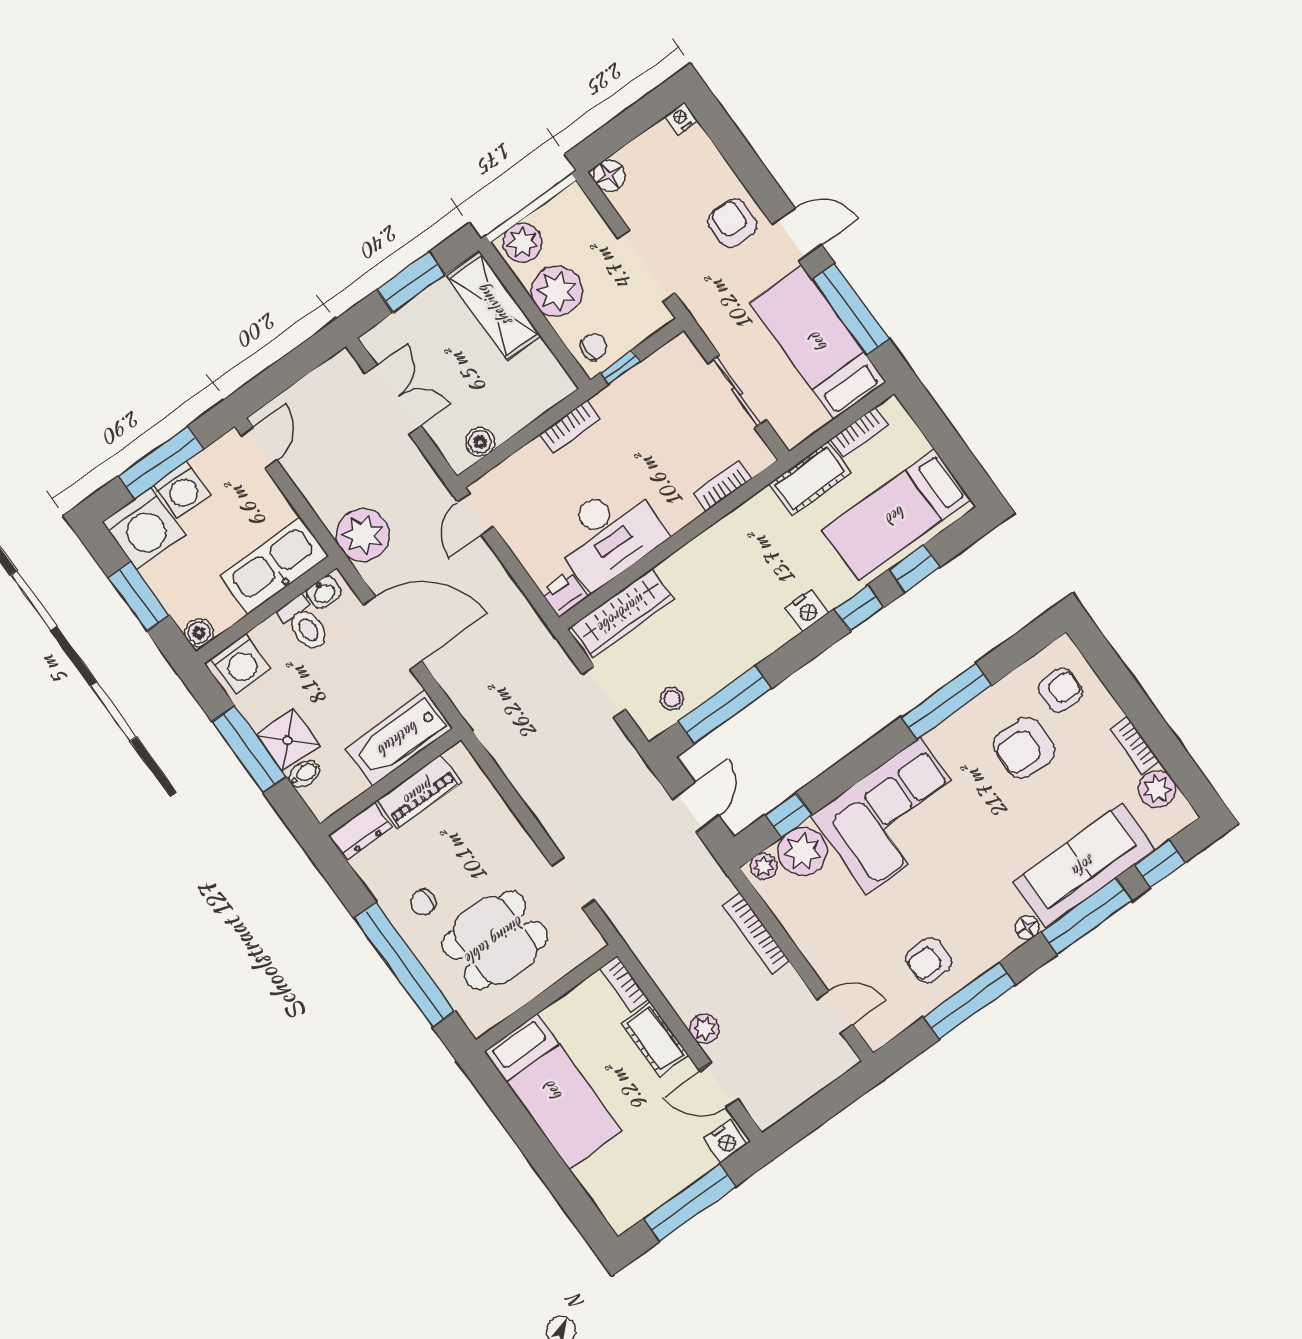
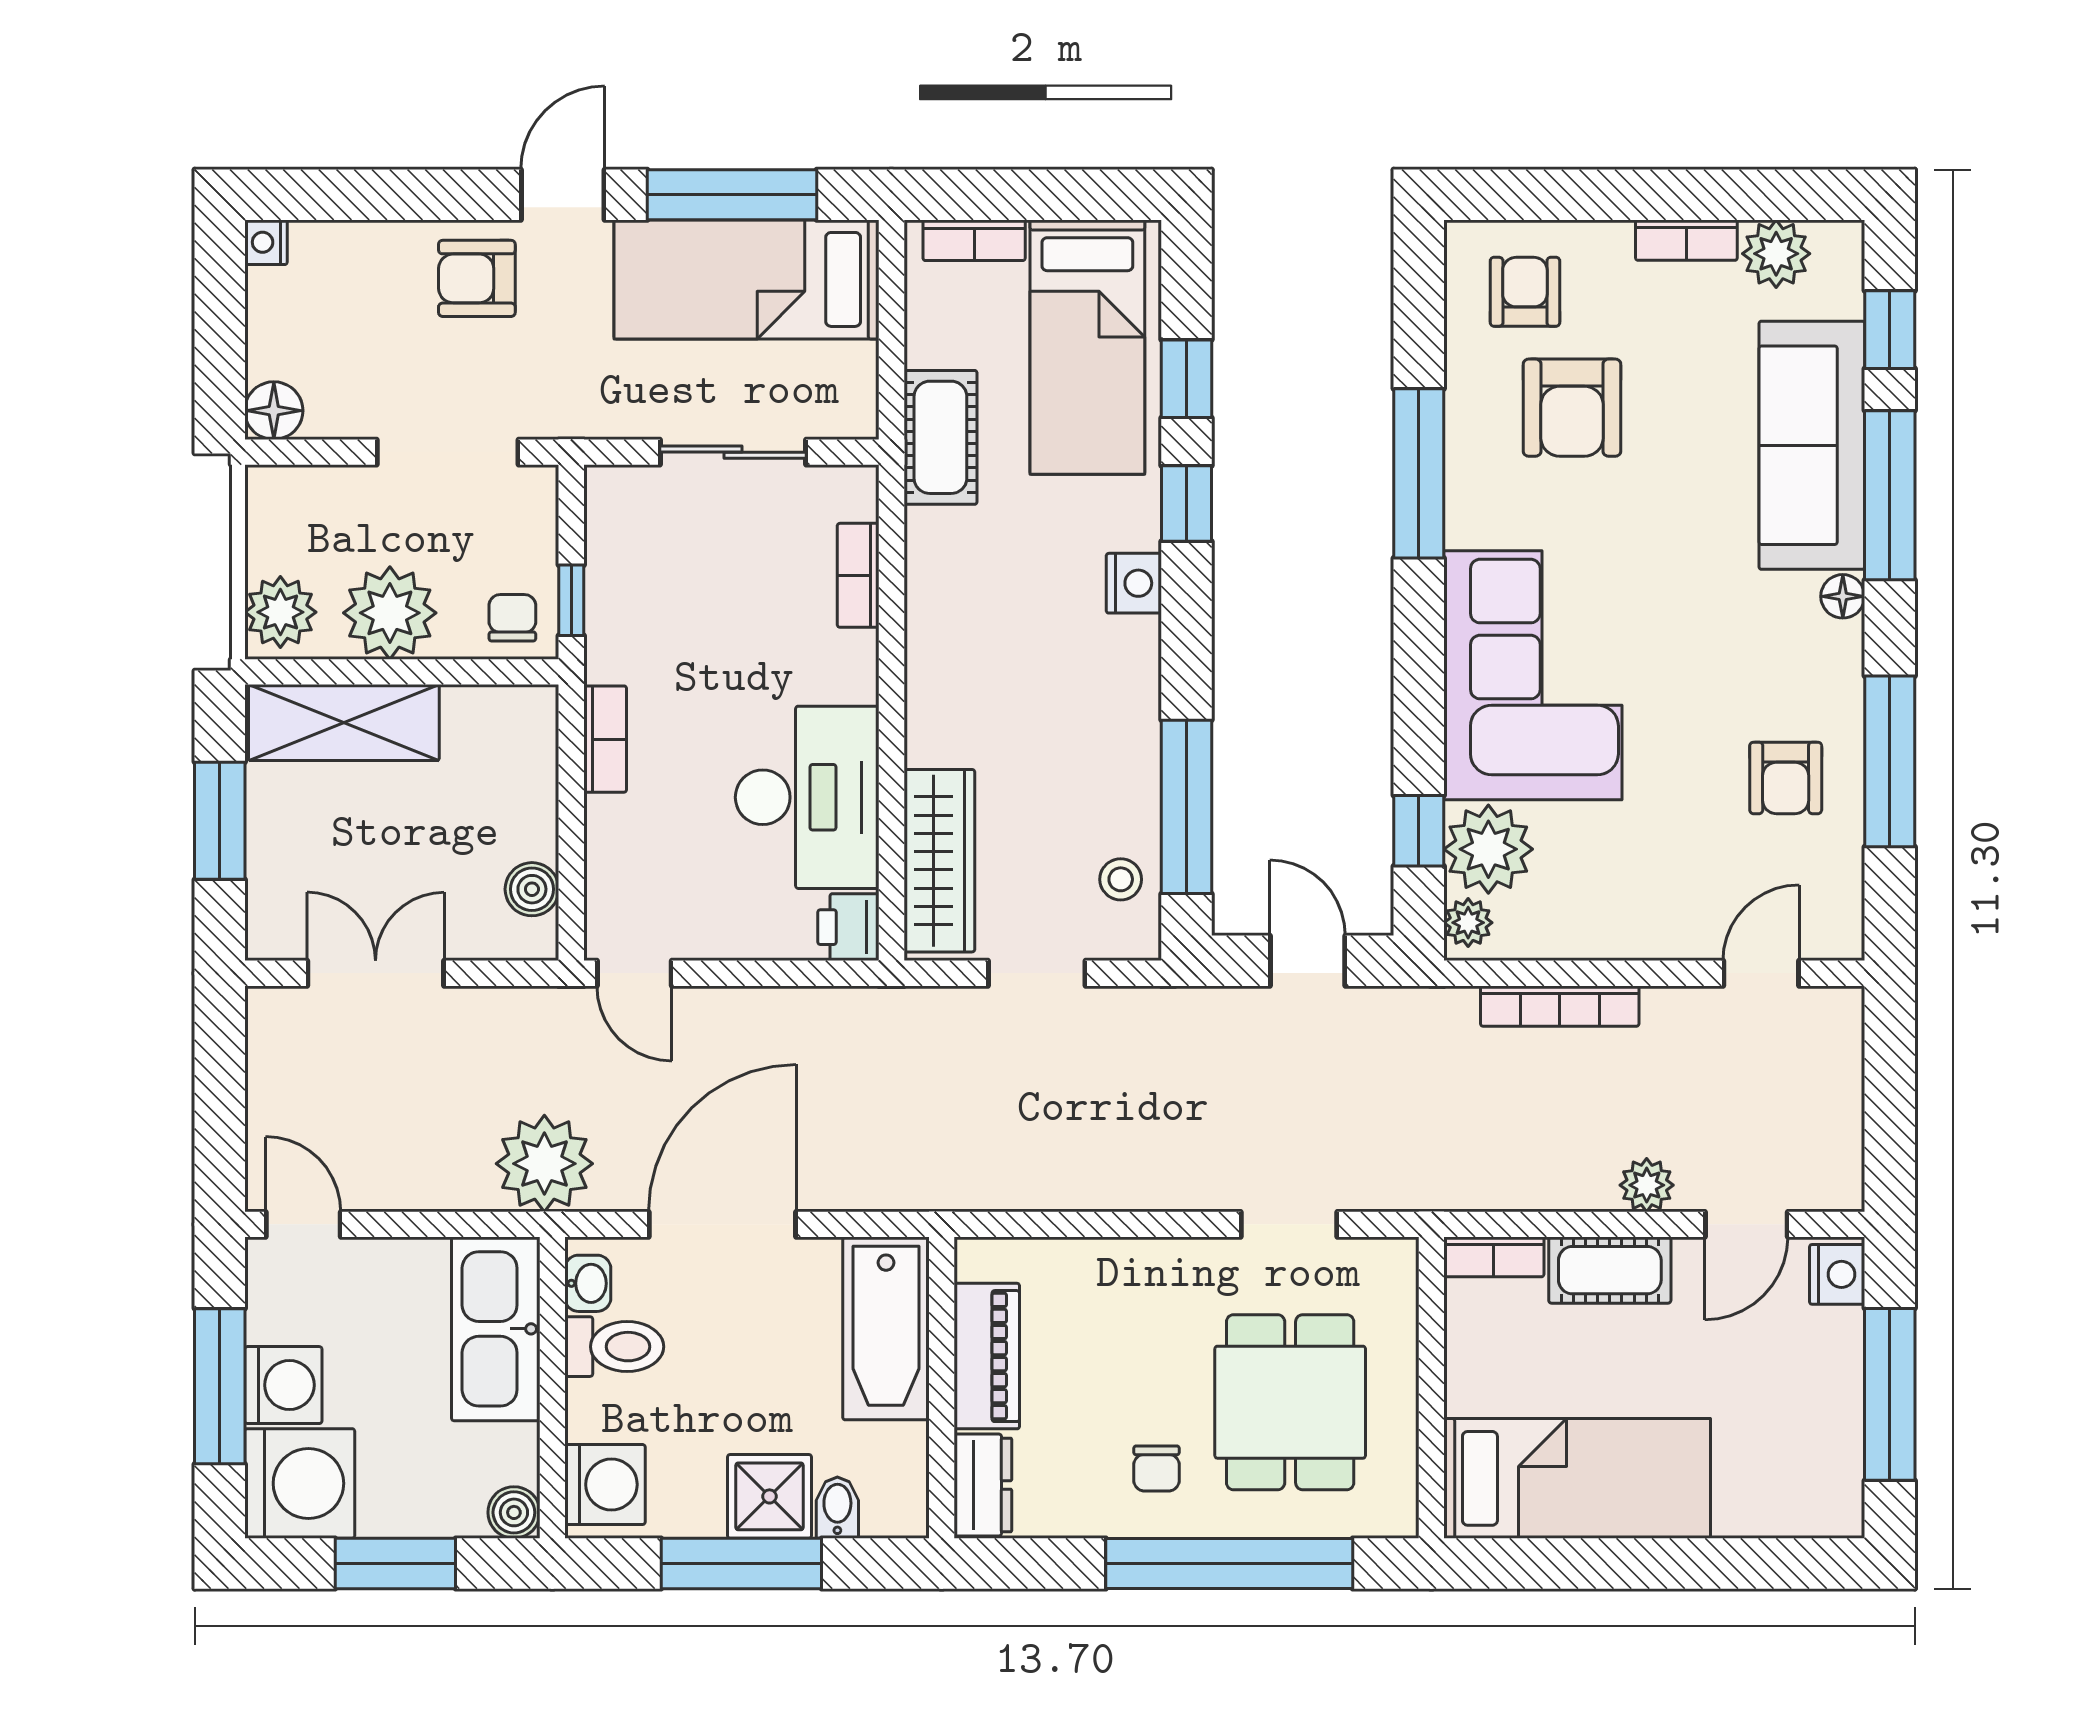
bookcase: (859, 432) -> (974, 240), moved, turned 90

